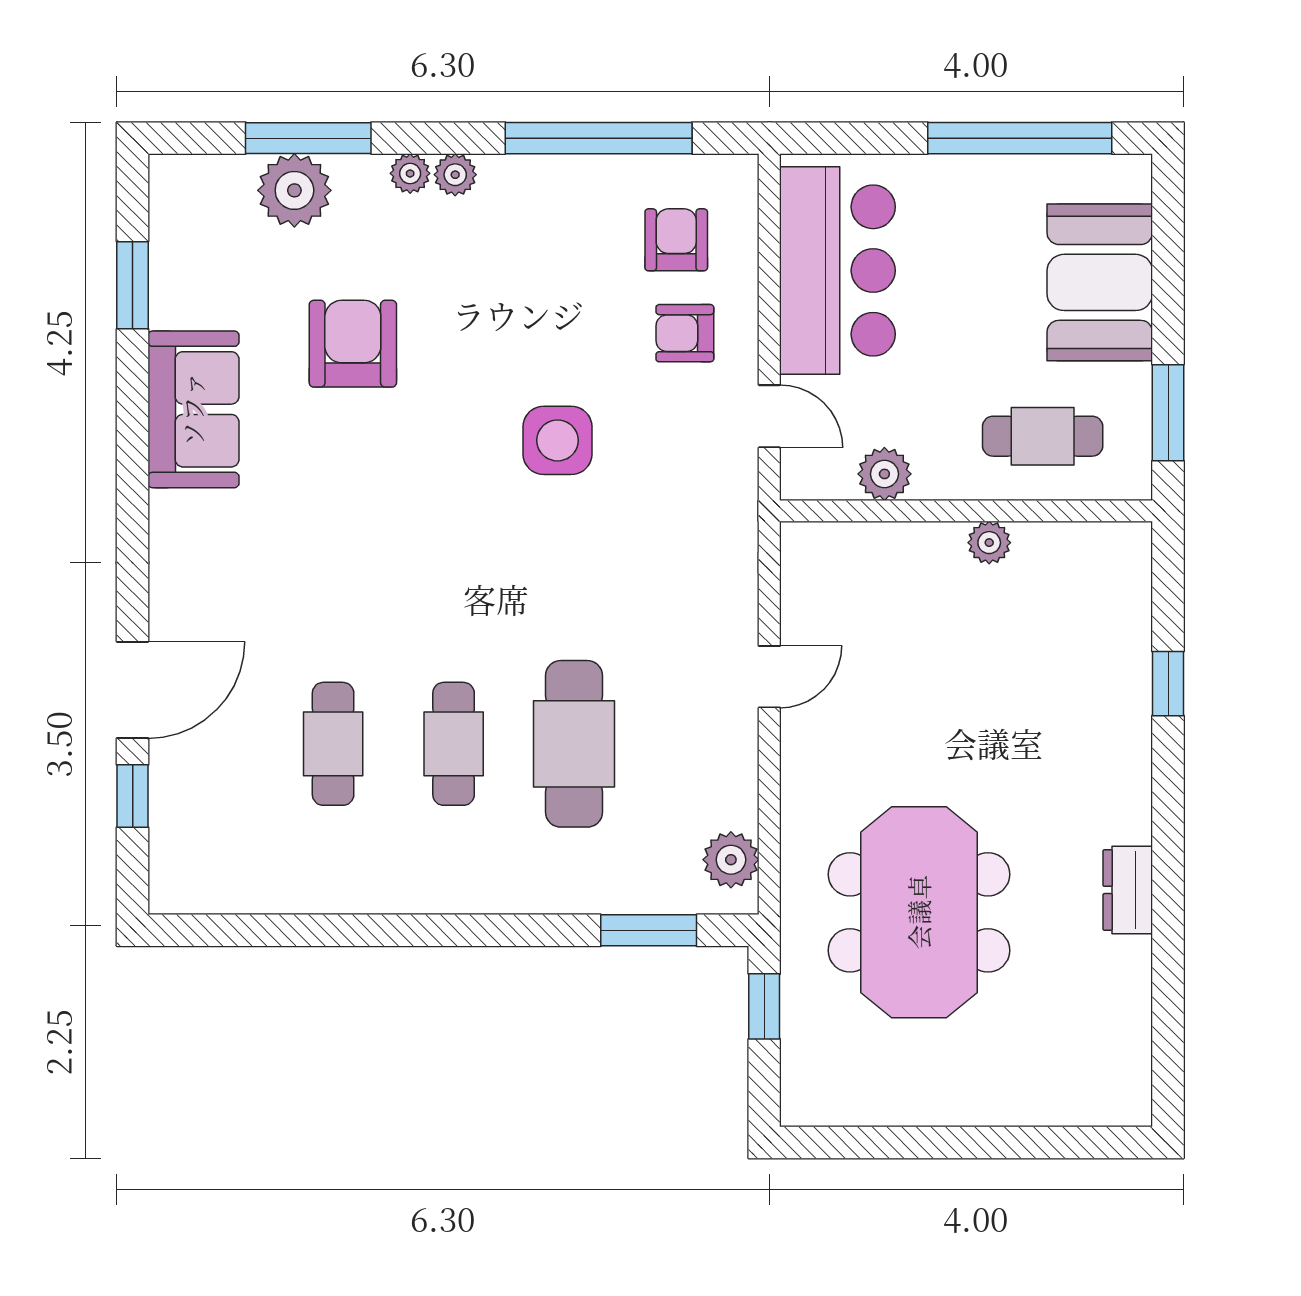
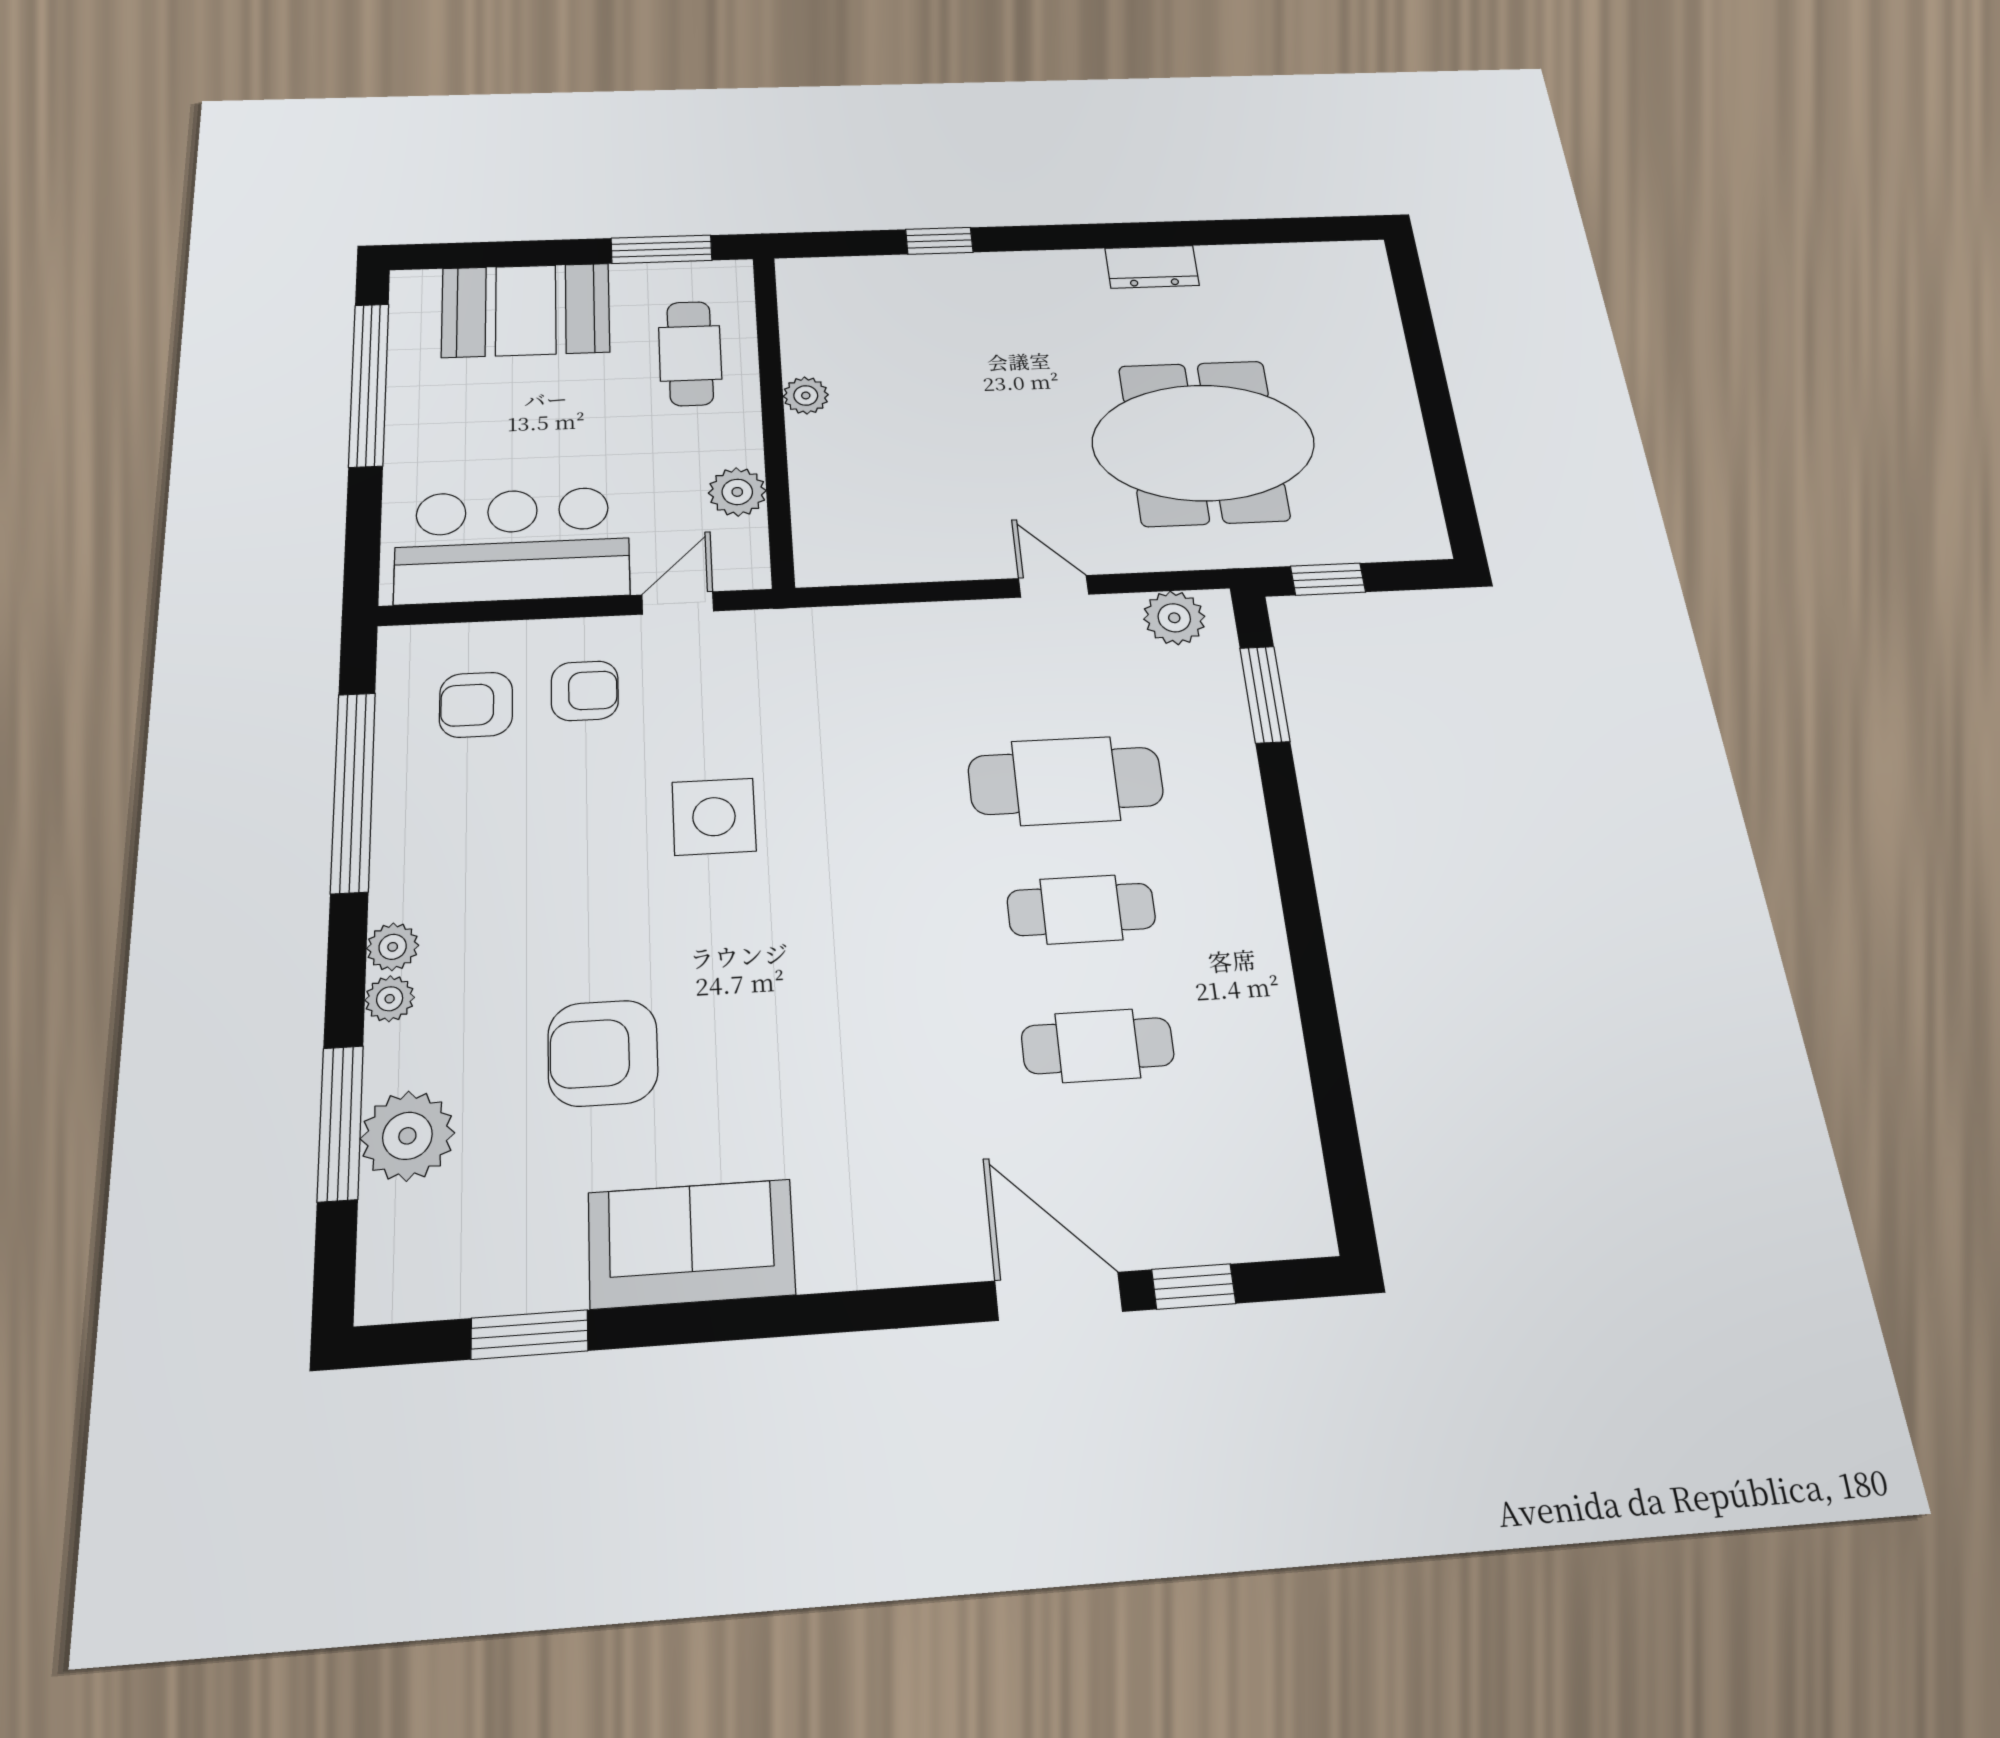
armchair: (685, 333) -> (585, 691), turned -90
door: (769, 677) -> (1054, 586), moved

